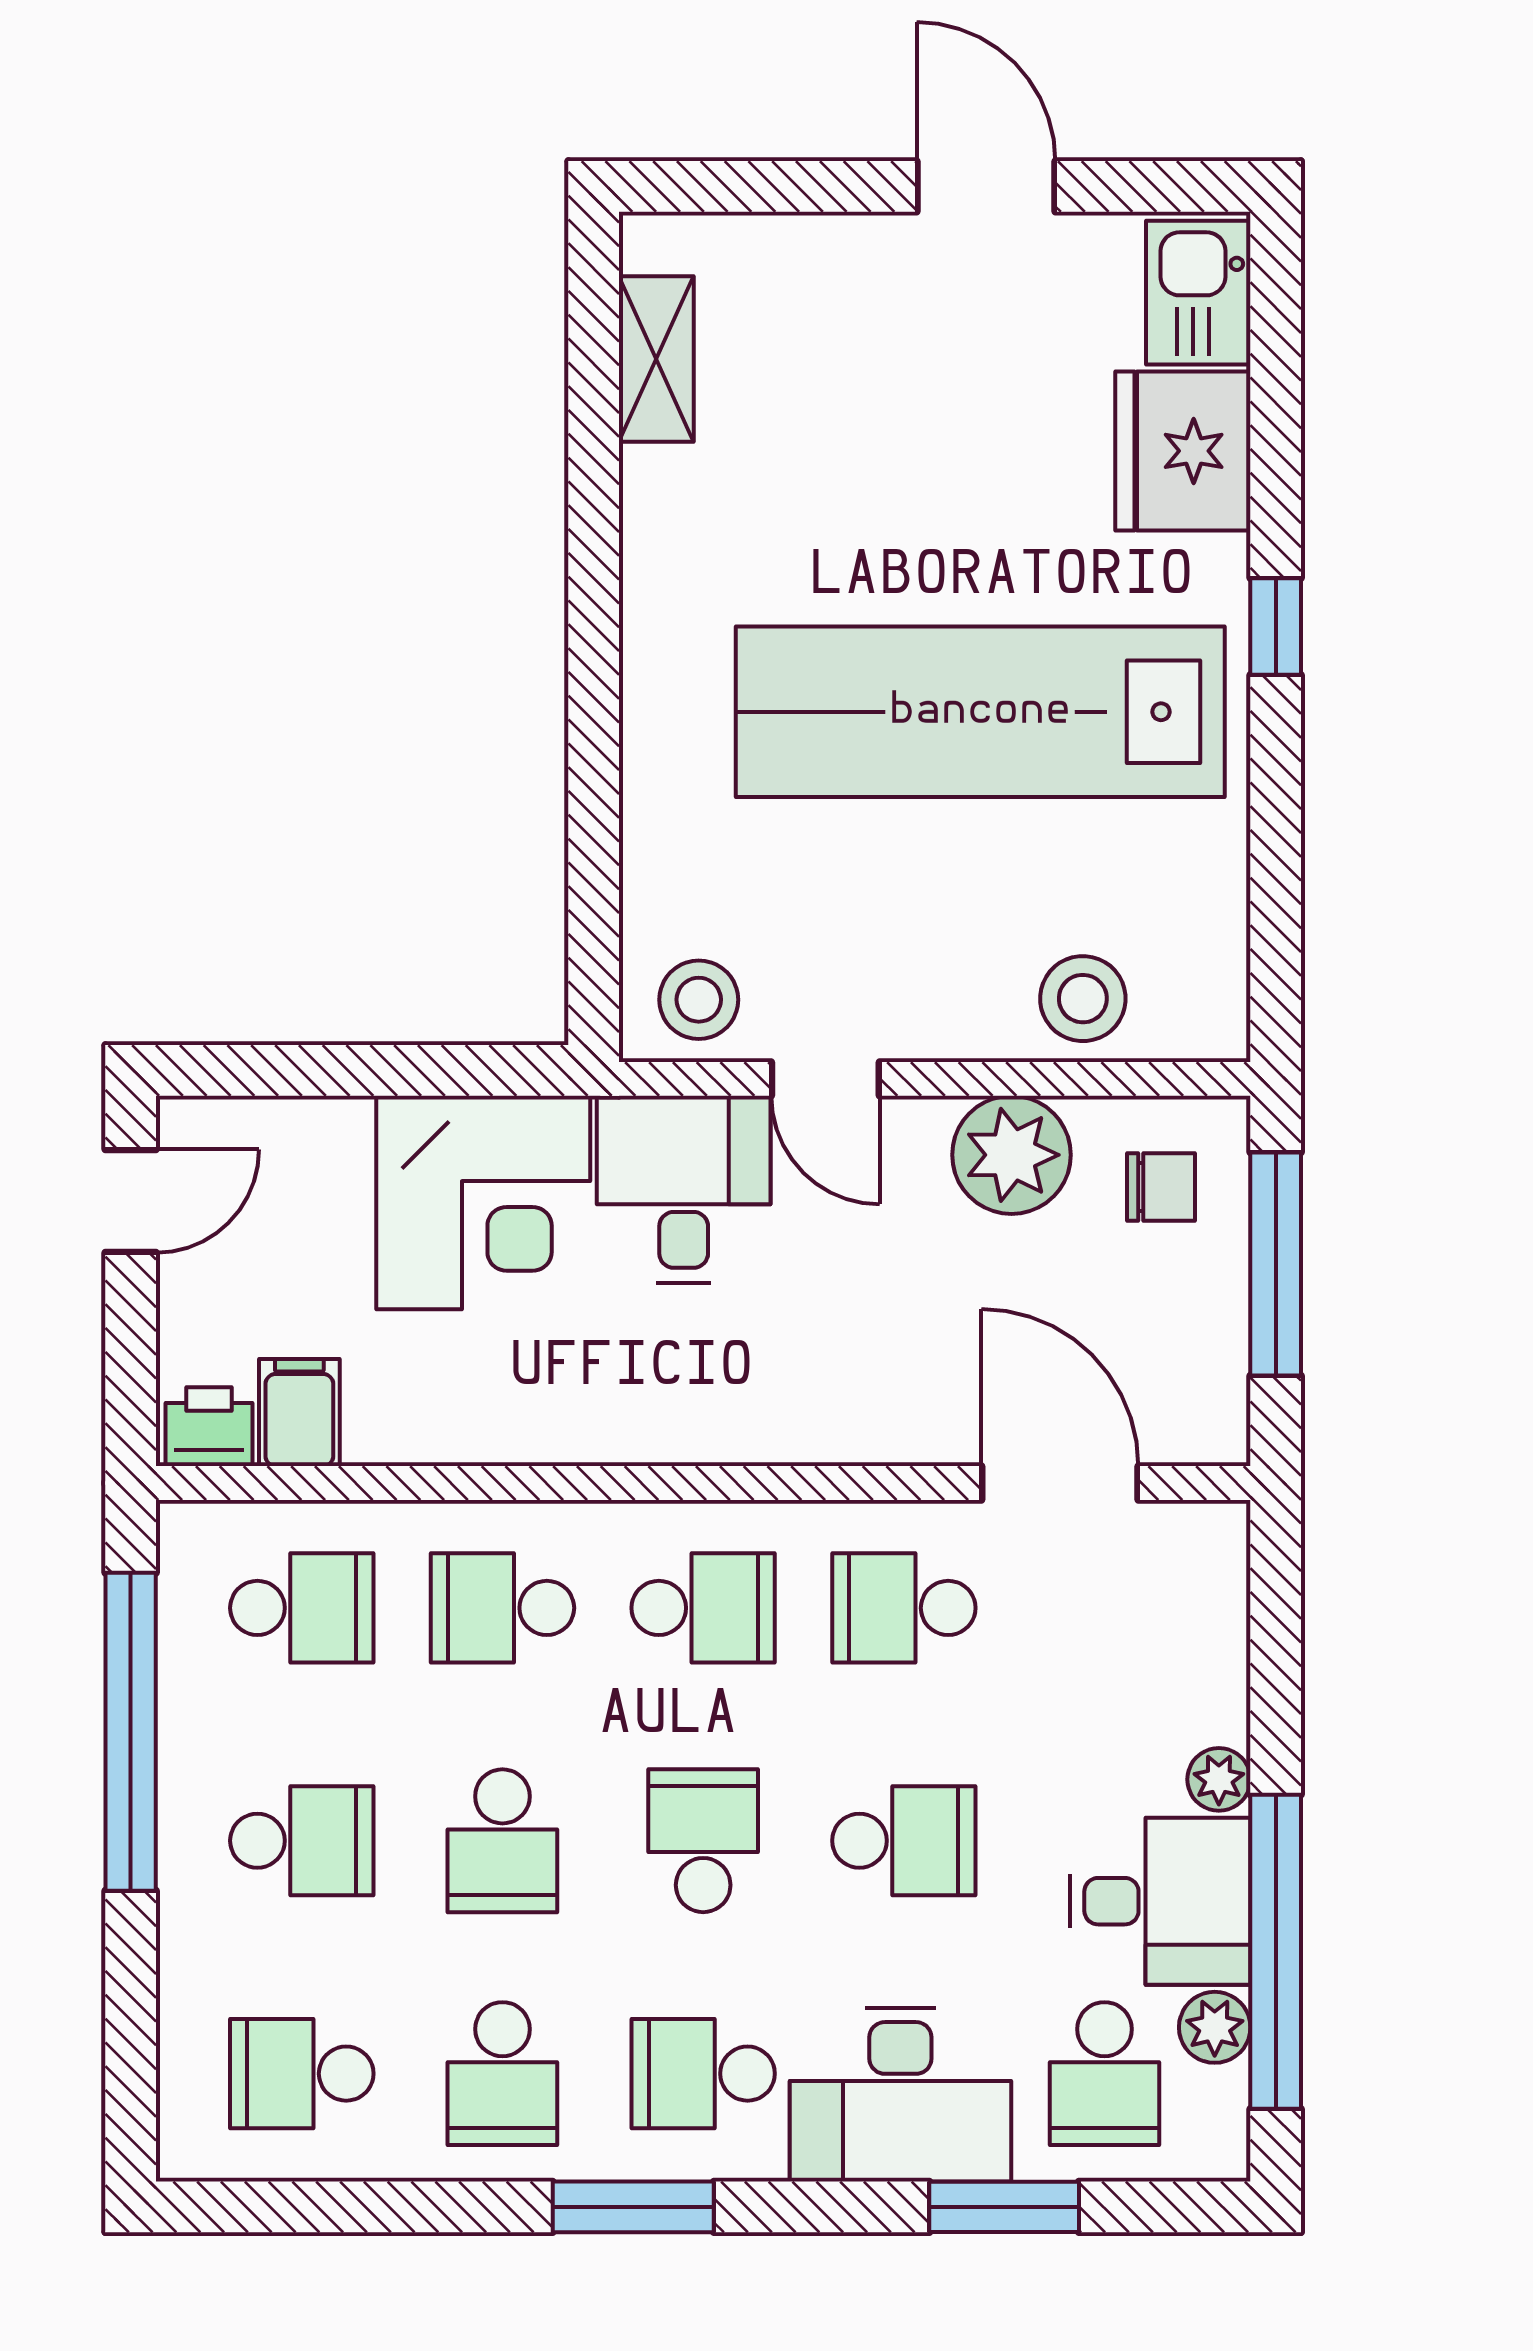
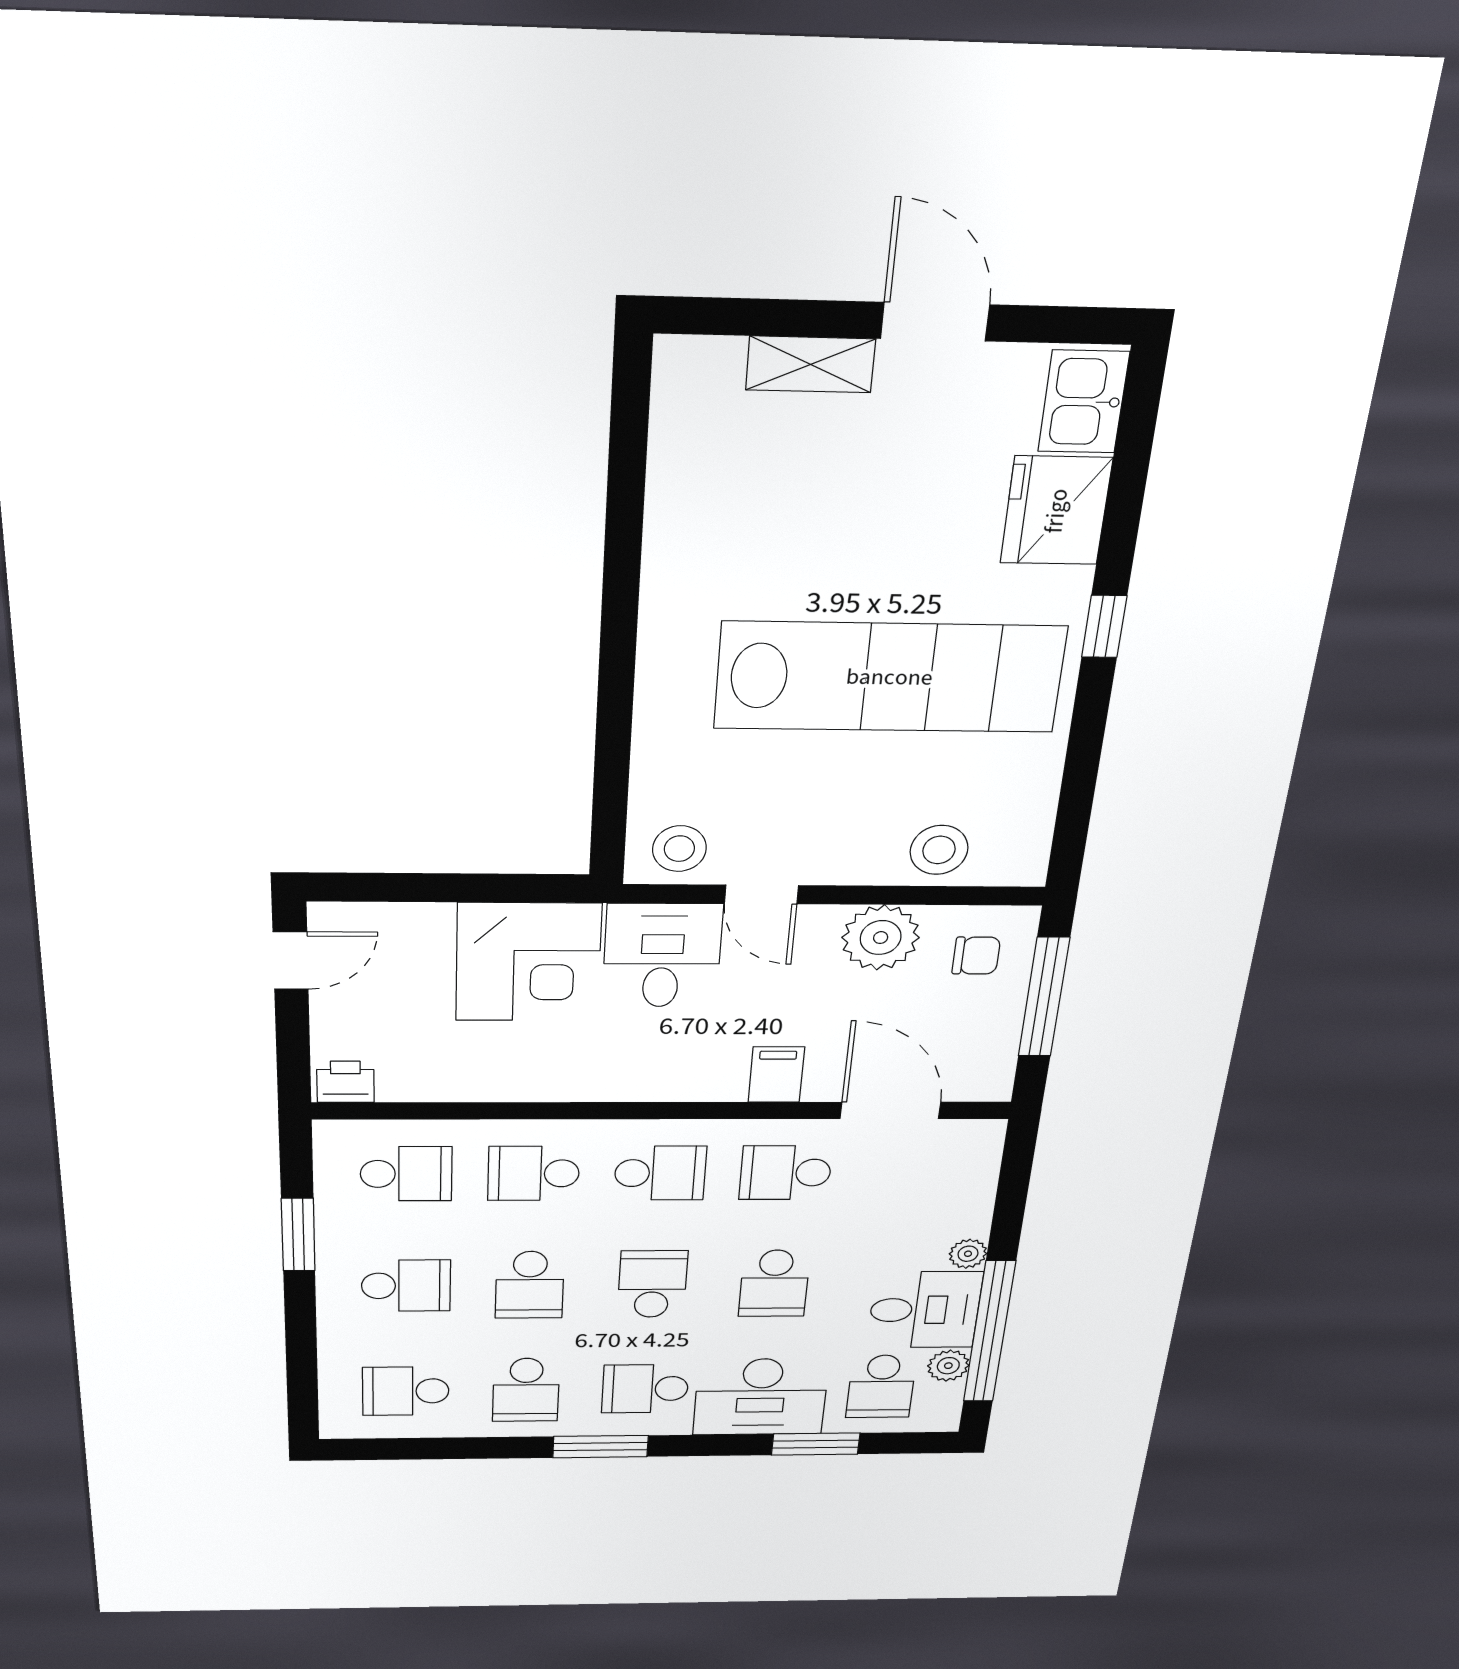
shelving: (656, 359) -> (811, 364), moved, turned 90
lab bench: (980, 712) -> (890, 677), turned 180
filing cabinet: (299, 1412) -> (776, 1075), moved
window: (131, 1732) -> (298, 1235), width x0.47
school desk: (904, 1841) -> (774, 1283), turned 90

